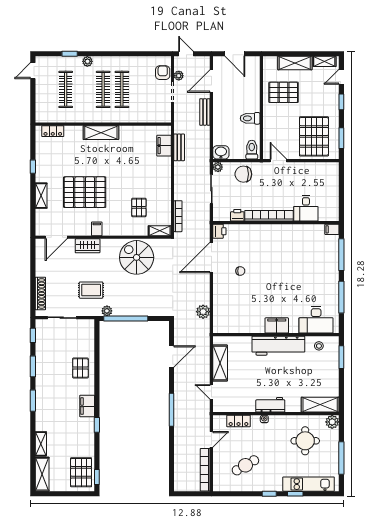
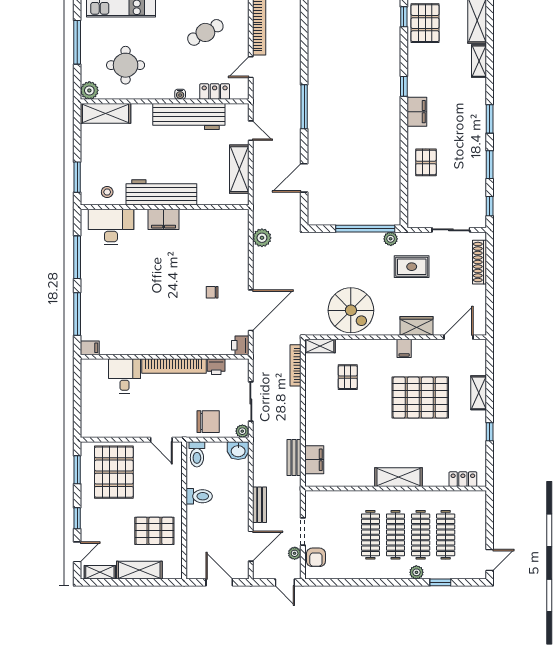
clothes rail: (84, 89) -> (421, 535), added
workbench: (270, 405) -> (189, 116), width x1.88, depth x1.32

